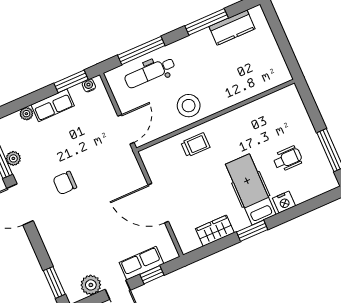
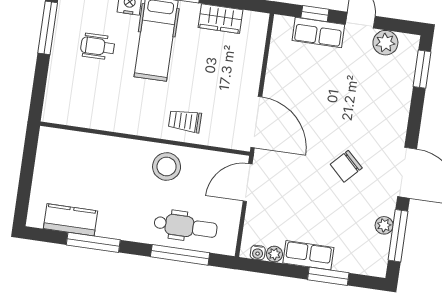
window: (71, 81) -> (328, 276), moved
plant: (26, 114) -> (274, 254), moved
chair: (65, 183) -> (346, 166), turned 134
door: (158, 203) -> (256, 122), moved

